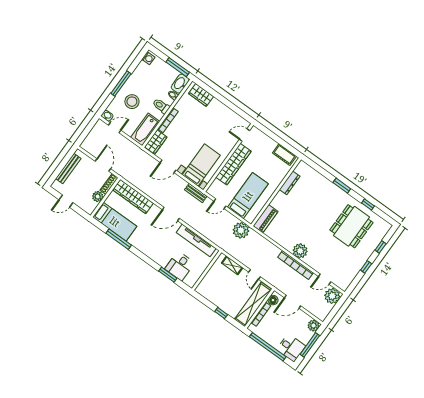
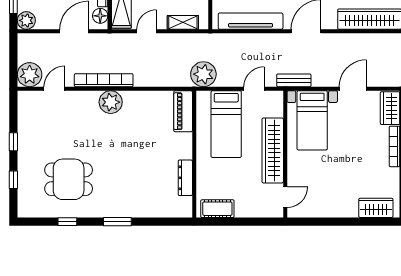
dining table: (351, 226) -> (69, 179), width x0.73
door: (254, 274) -> (147, 31), hinge flipped

